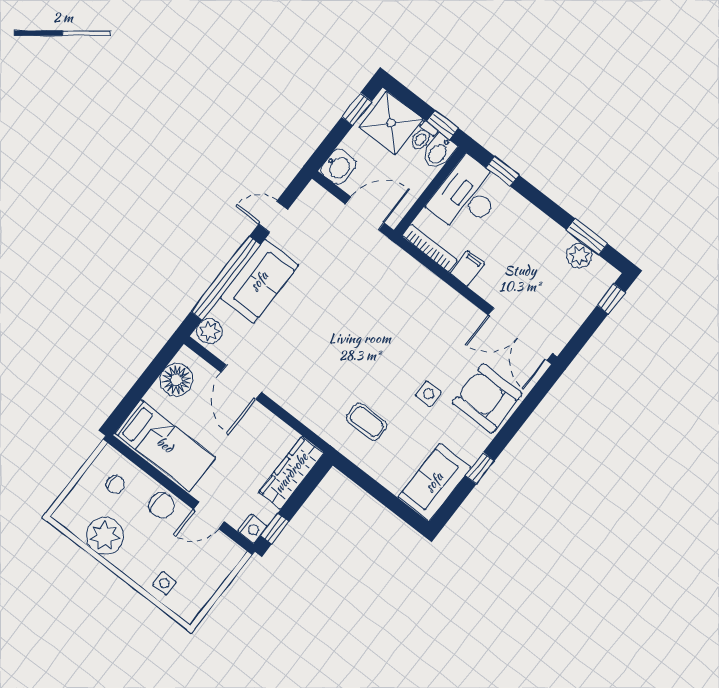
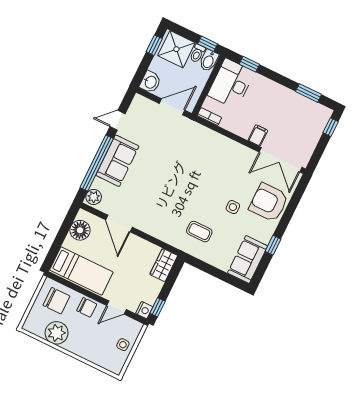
bookcase: (429, 248) -> (209, 117), width x0.64
plant: (579, 256) -> (306, 105), removed
filing cabinet: (467, 268) -> (258, 135), moved
wardrobe: (291, 473) -> (164, 265), width x0.67
chair: (115, 485) -> (56, 301), width x1.87, depth x1.87
side table: (165, 583) -> (123, 345), moved

